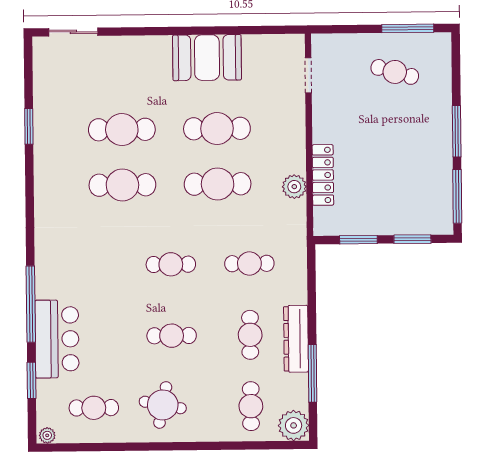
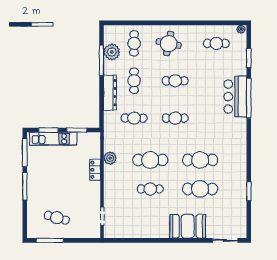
booth: (207, 58) -> (188, 226), moved
cafe table: (217, 129) -> (150, 189), width x0.73, depth x0.74
locker: (323, 175) -> (95, 170), width x0.66
kitchen unit: (403, 222) -> (53, 139), added
bar counter: (57, 339) -> (235, 97), moved
dresser: (296, 339) -> (110, 93), moved
round table: (163, 405) -> (169, 44), moved
plant: (294, 425) -> (112, 52), moved

